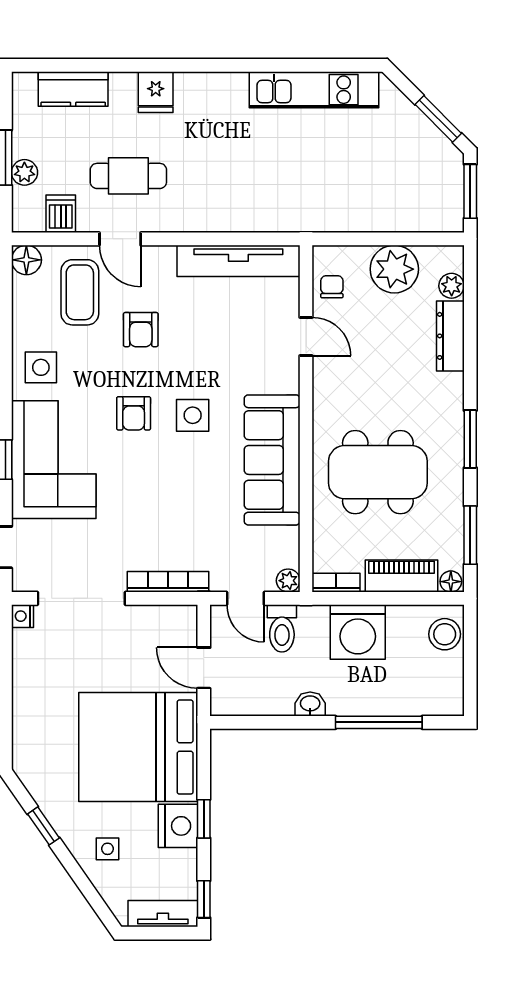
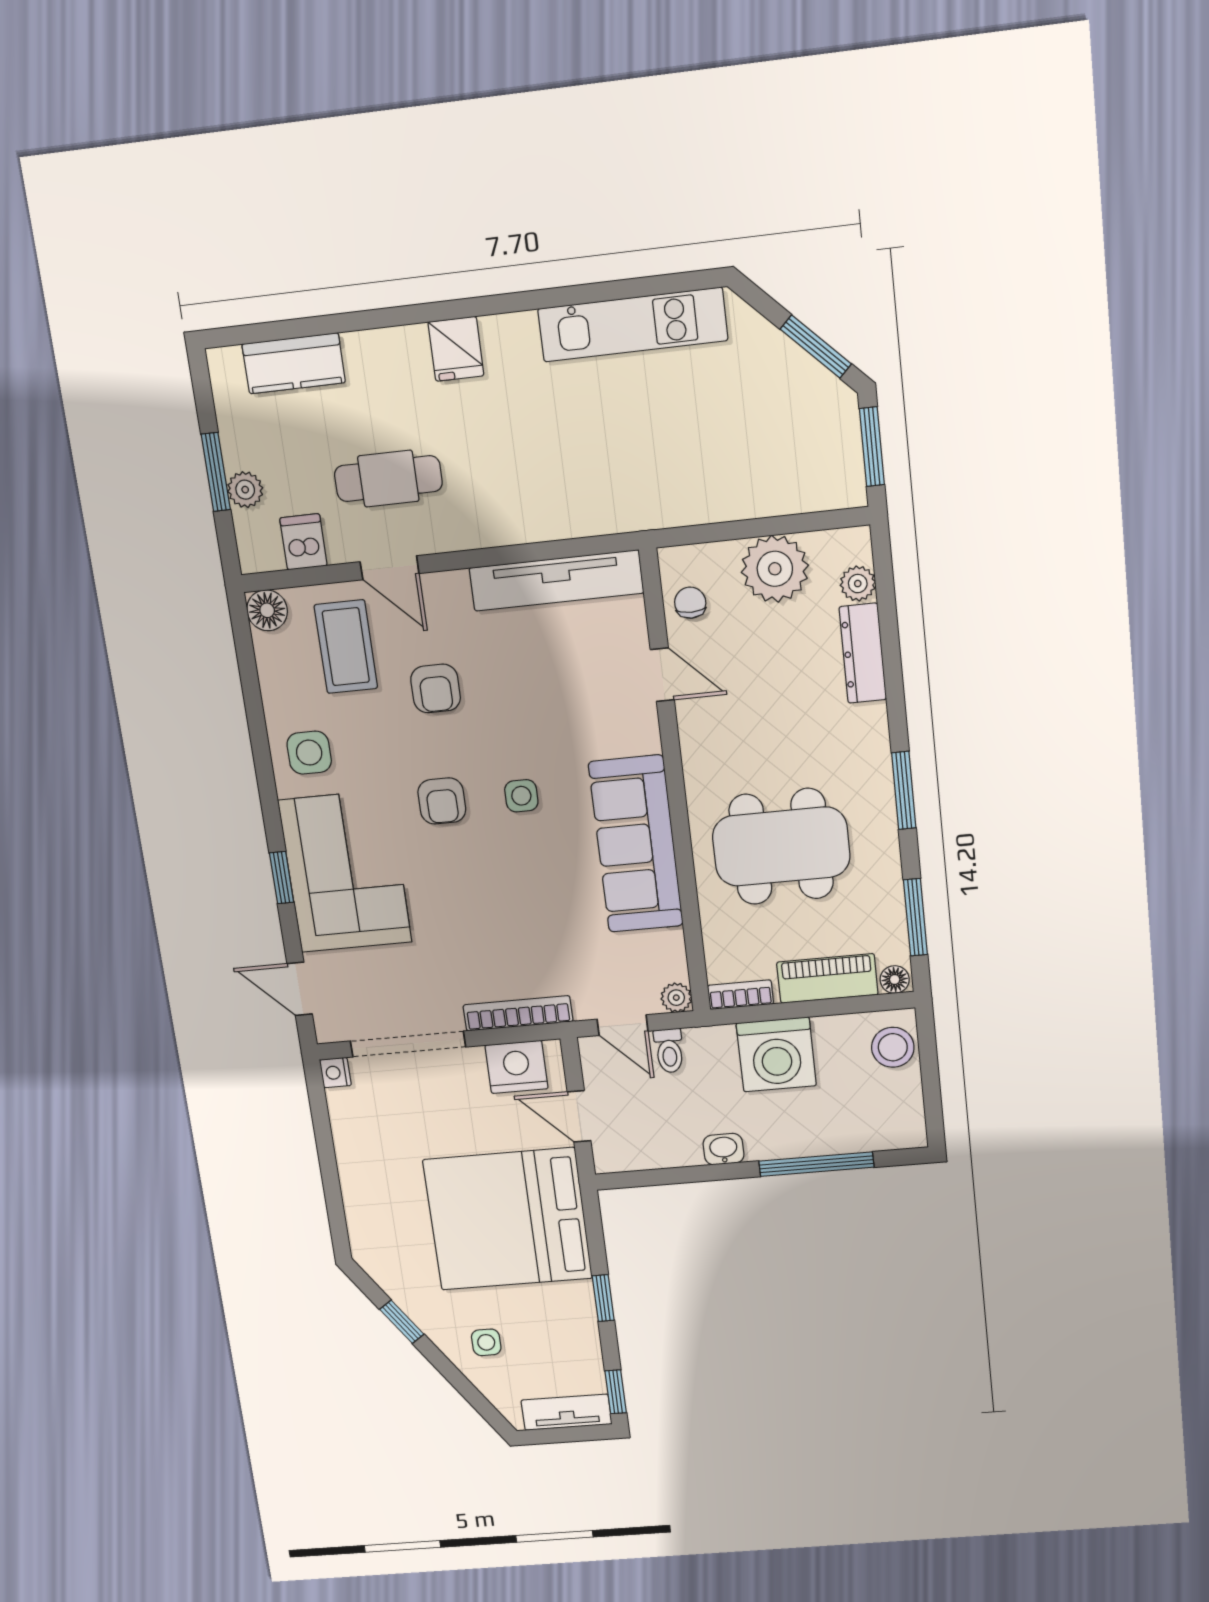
fridge: (156, 92) -> (456, 349), moved
side table: (193, 415) -> (521, 796), width x0.73, depth x0.73
toilet: (282, 628) -> (669, 1051), width x0.73, depth x0.72
nightstand: (178, 826) -> (517, 1067), moved, turned -90

